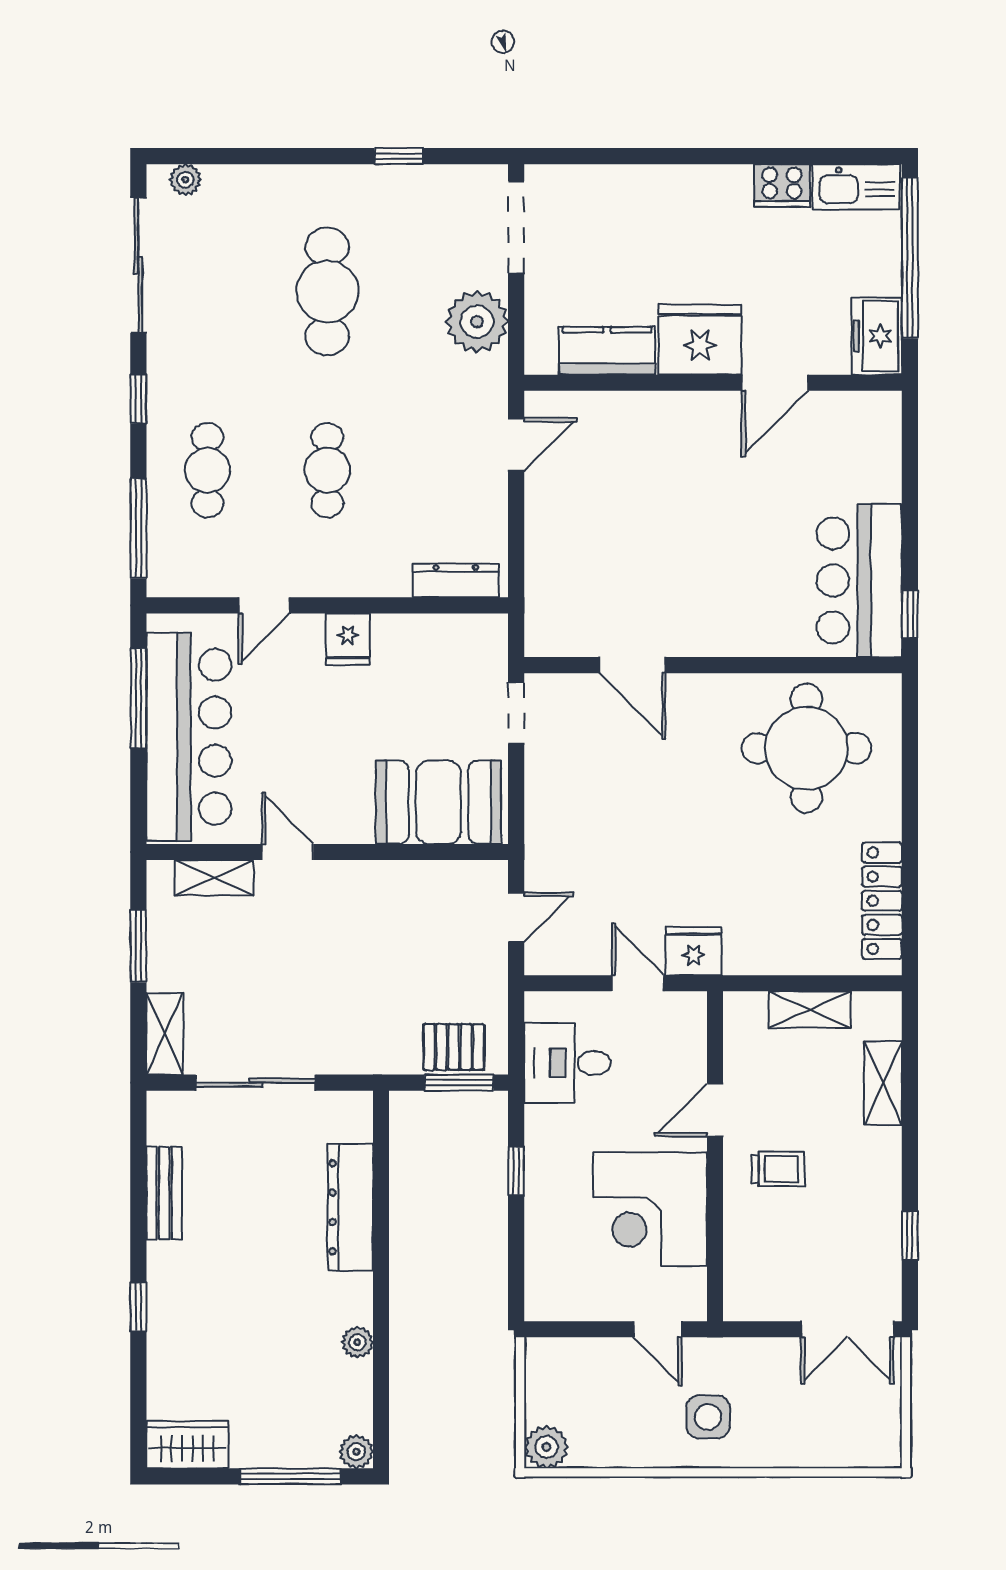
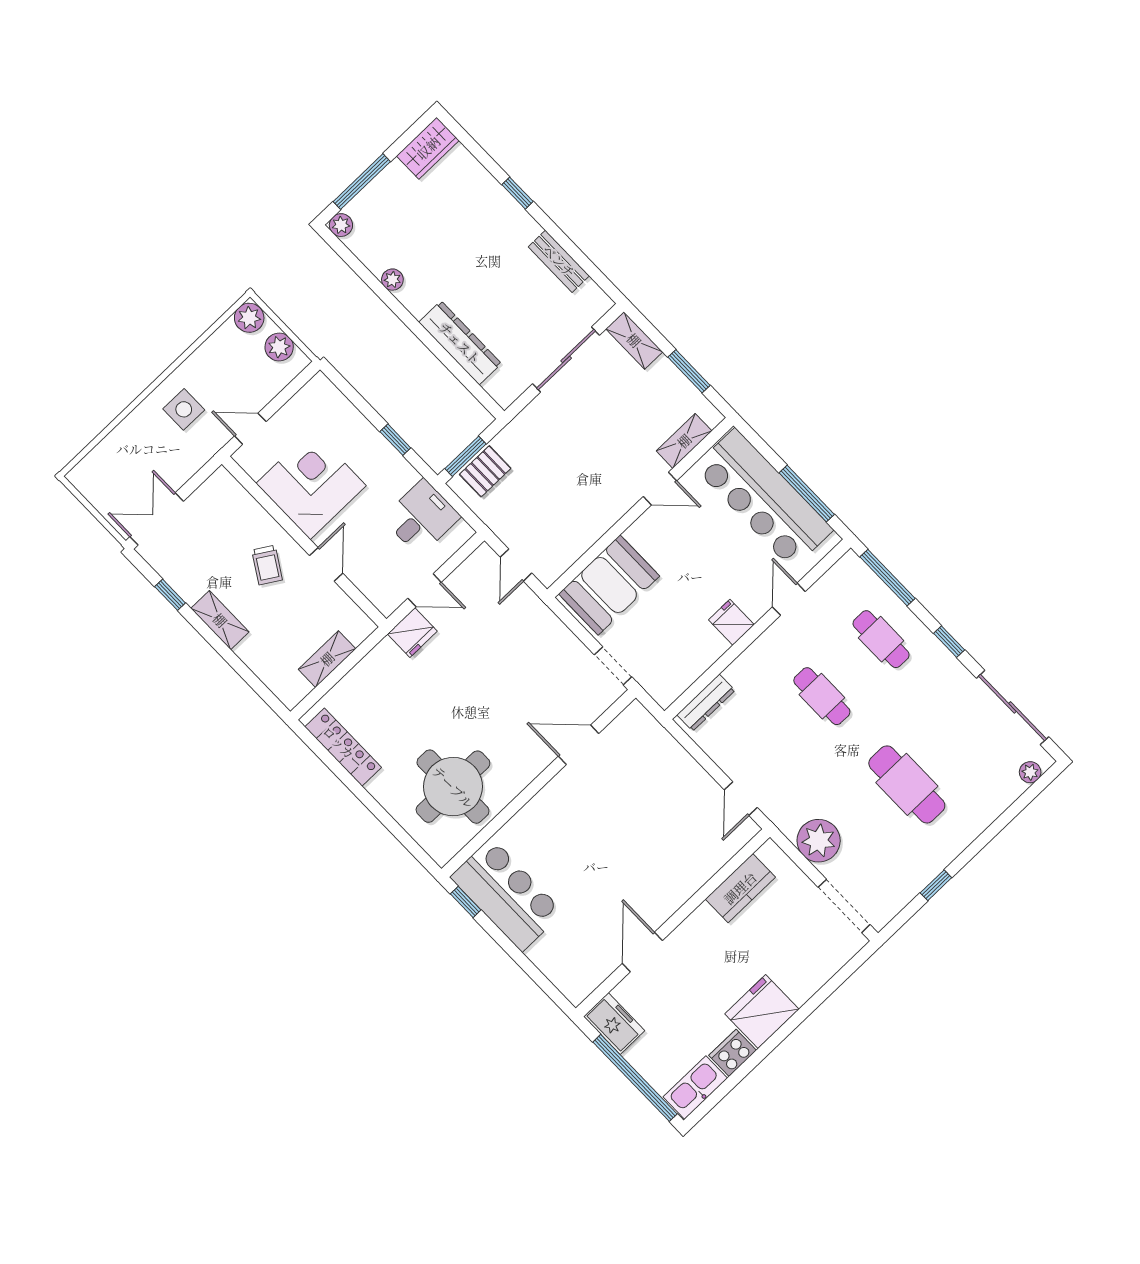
fridge: (700, 340) -> (762, 1012), moved, turned 180
shelving: (883, 1083) -> (220, 620), moved
trolley: (778, 1169) -> (267, 565), turned -58
plant: (545, 1386) -> (279, 347), added

